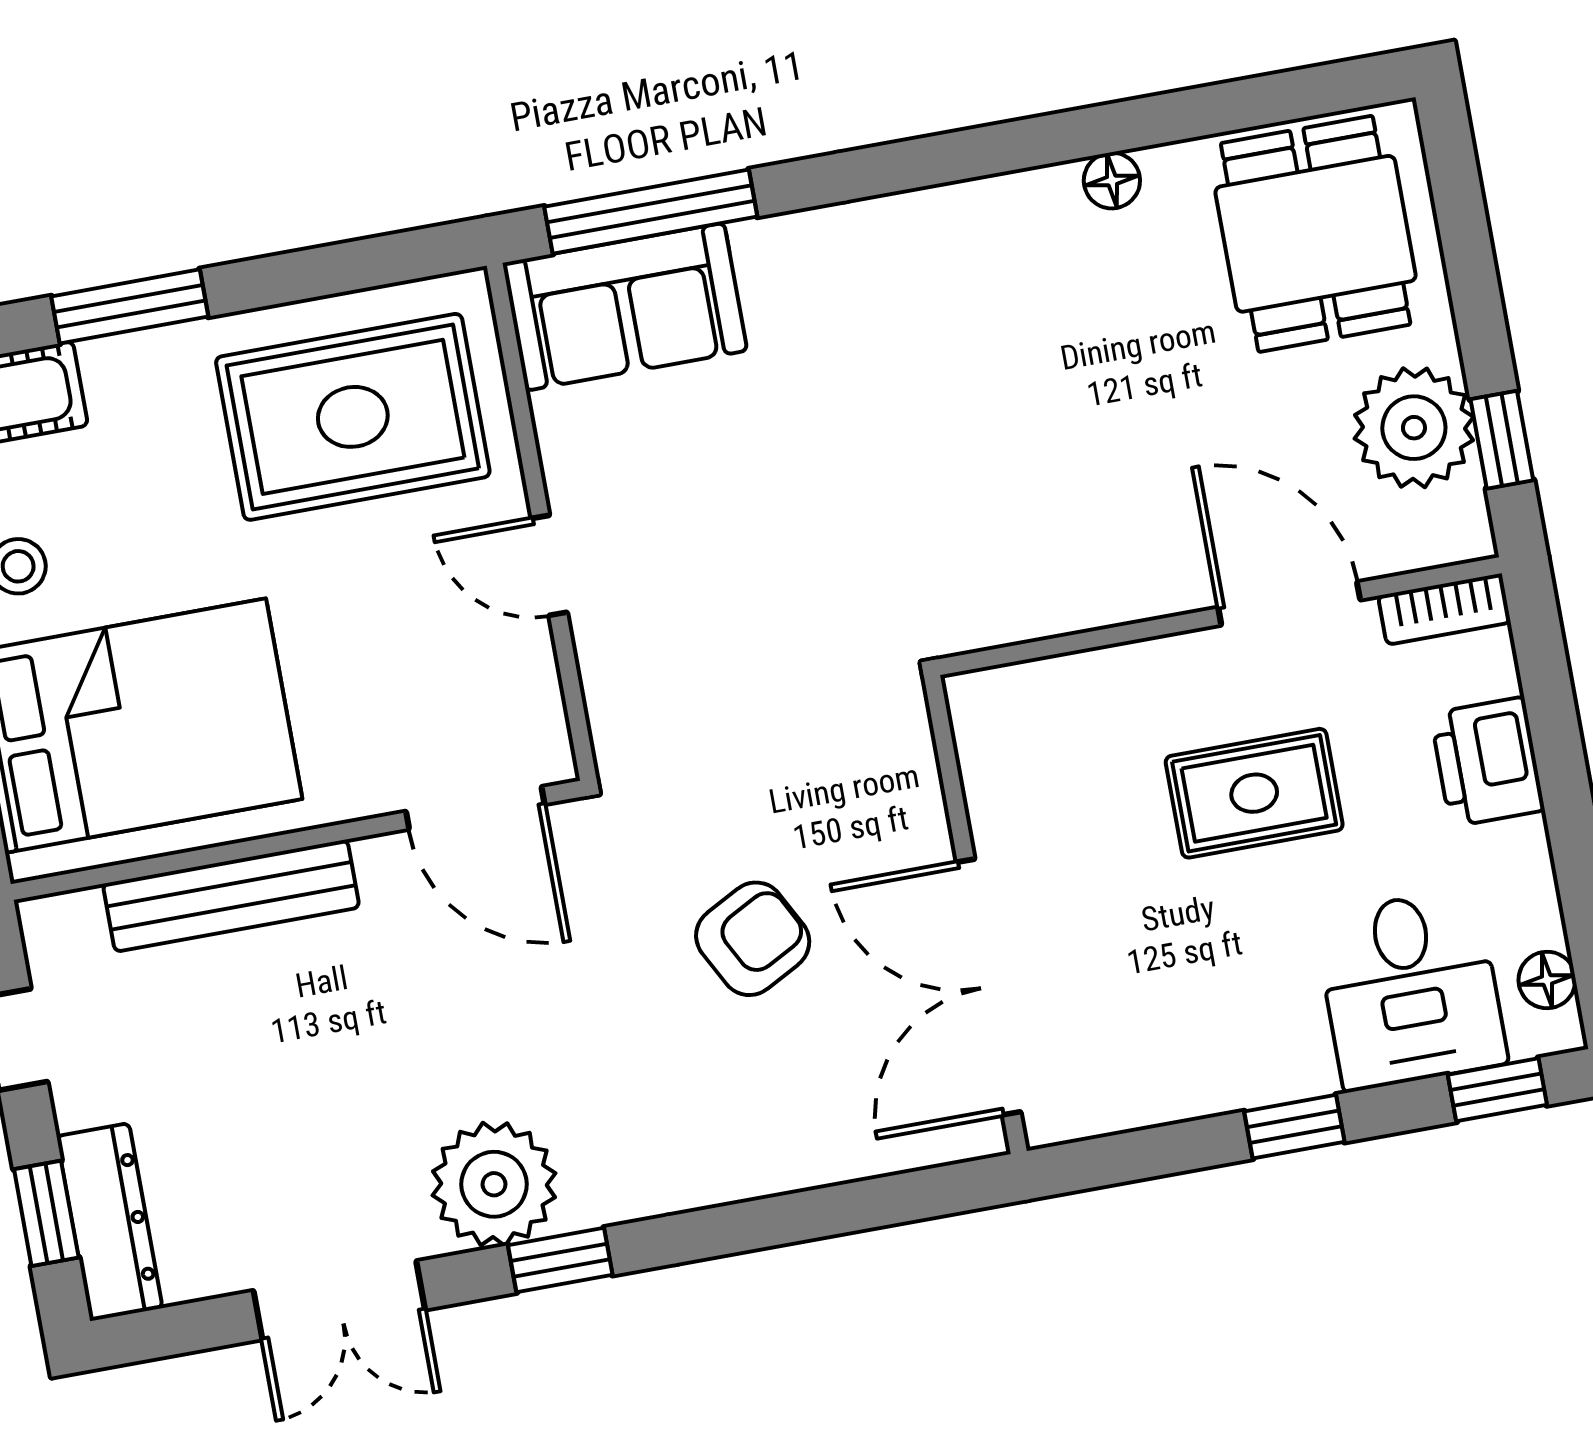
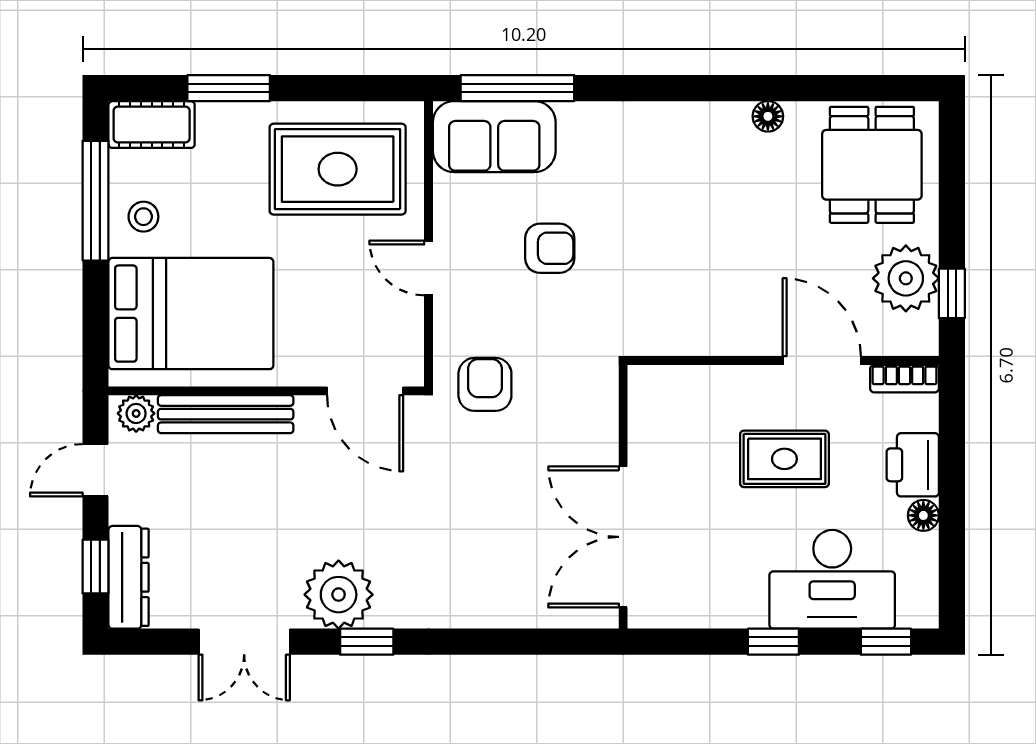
armchair: (762, 490) -> (550, 248), added
plant: (69, 924) -> (136, 413), added
armchair: (753, 939) -> (485, 384), moved, turned -62
floor lamp: (1547, 980) -> (923, 515), moved
desk: (1411, 989) -> (832, 579), width x1.37

